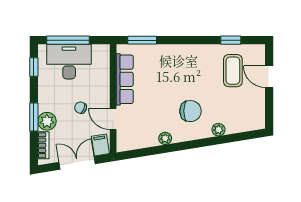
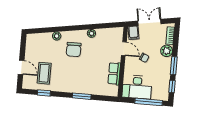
window: (142, 40) -> (82, 96), moved
desk: (69, 62) -> (137, 87), moved
row of seats: (125, 79) -> (114, 74), width x0.68
chair: (190, 111) -> (74, 50), turned -90
window: (34, 117) -> (174, 66), moved
double door: (77, 163) -> (149, 22), swing flipped

